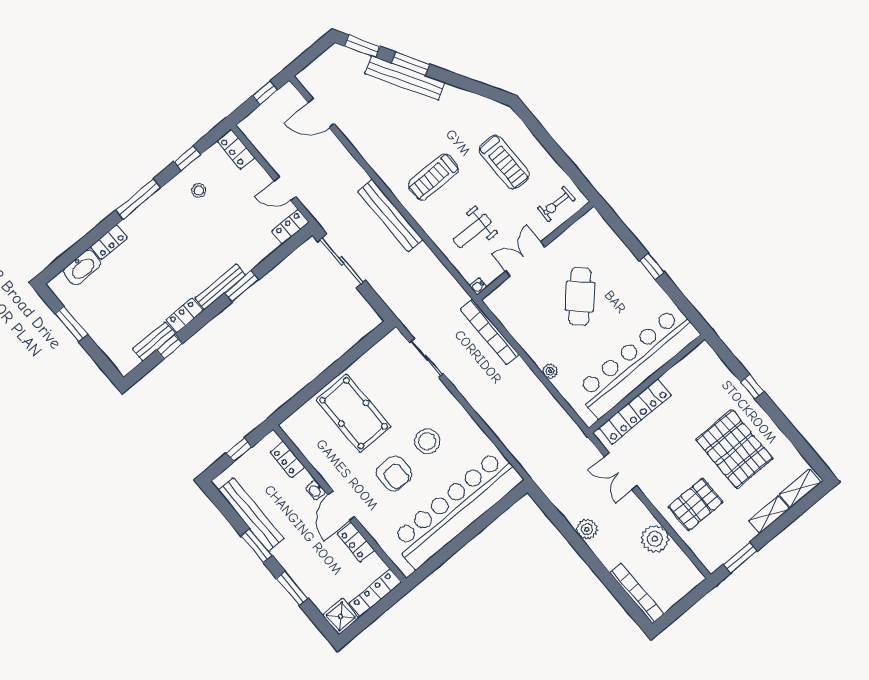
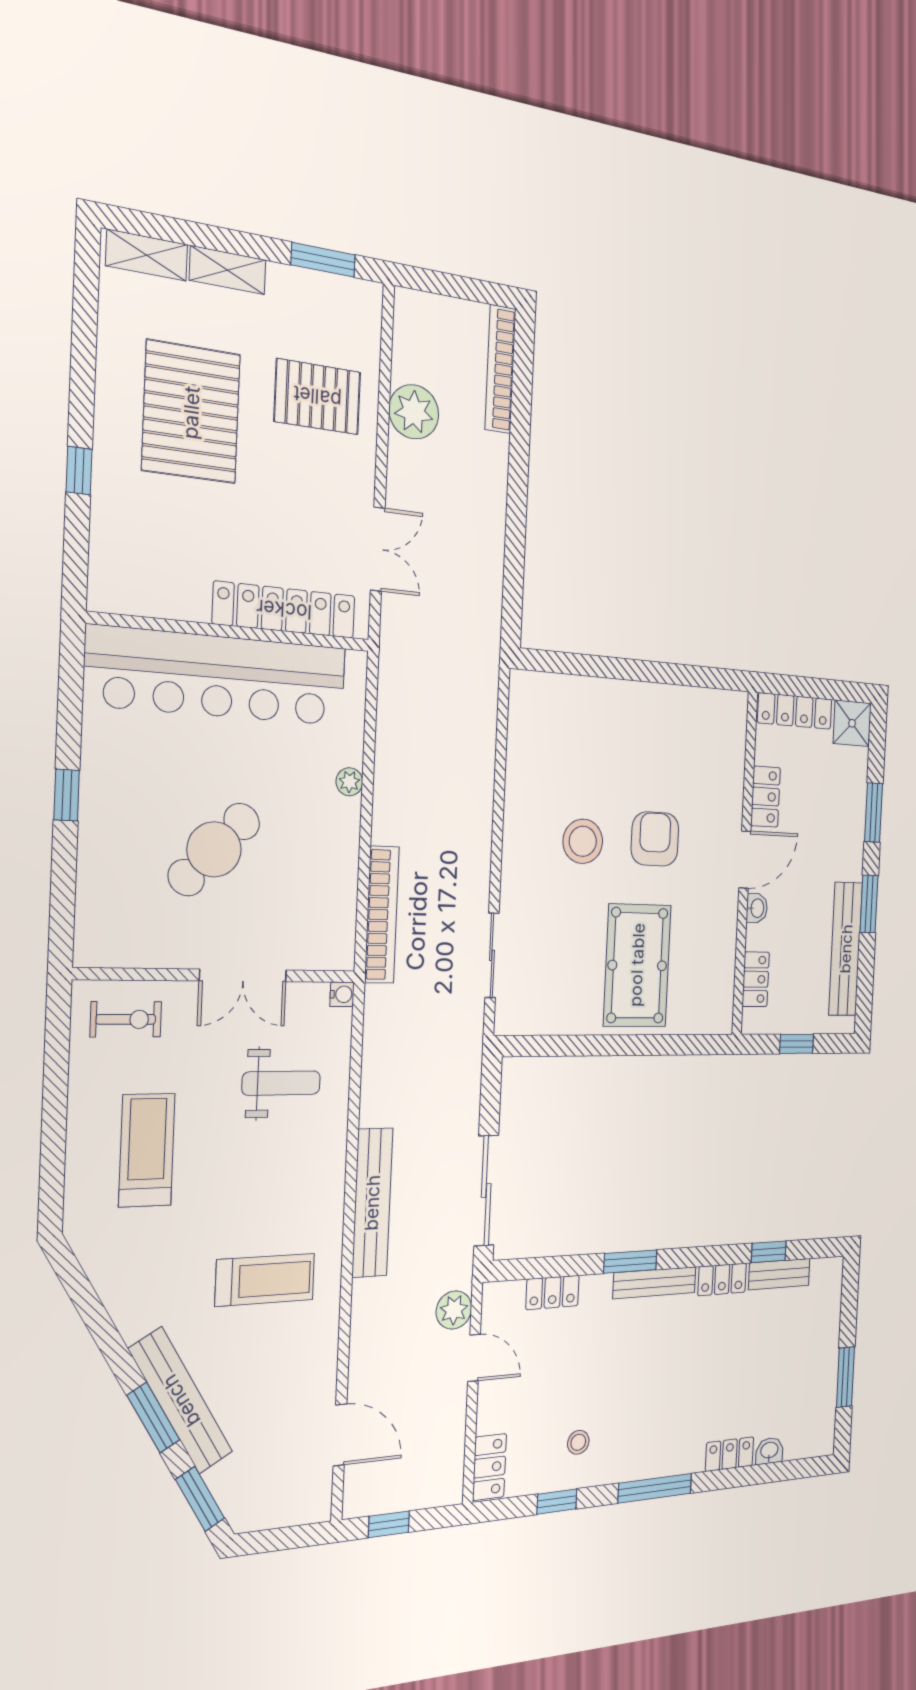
treadmill: (433, 177) -> (265, 1280), moved
locker: (291, 227) -> (553, 1292), moved
washbasin: (82, 268) -> (769, 1451), width x0.52, depth x0.69
bar counter: (456, 509) -> (622, 717), removed
plant: (587, 529) -> (454, 1310), moved

